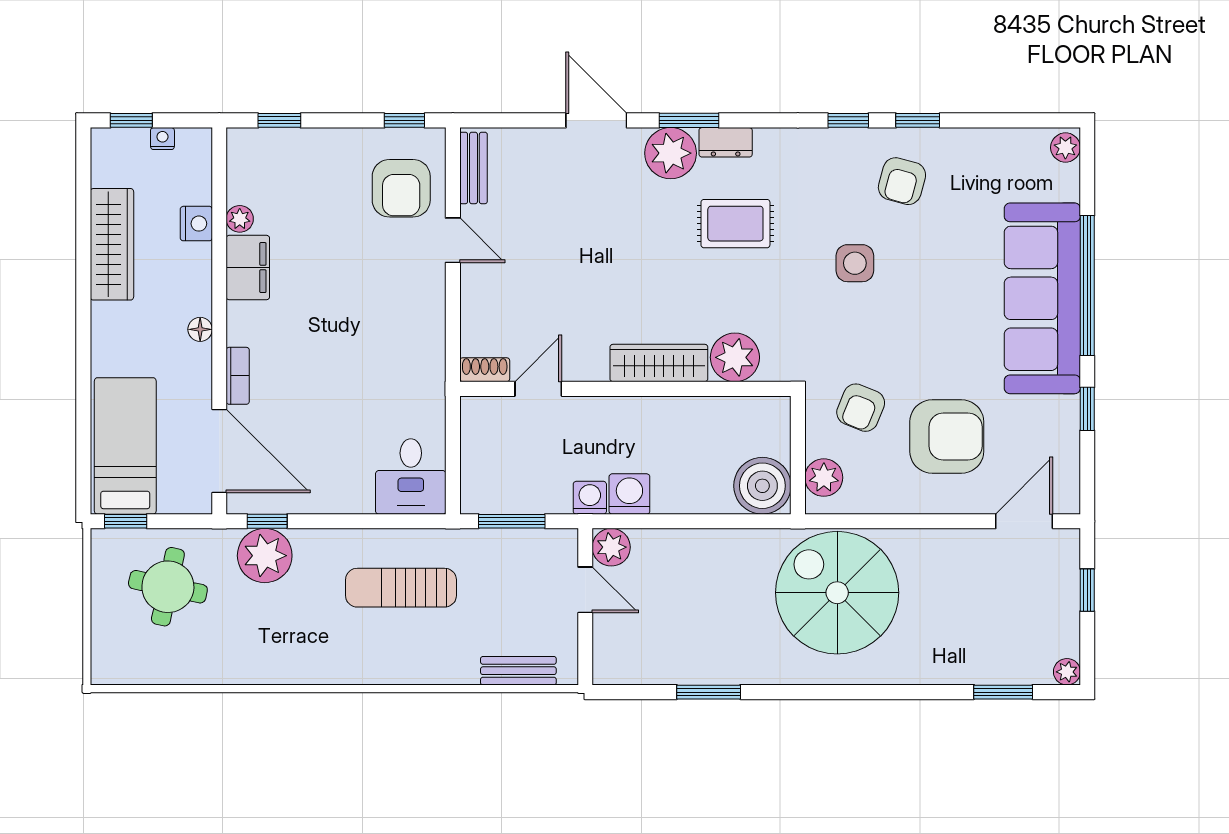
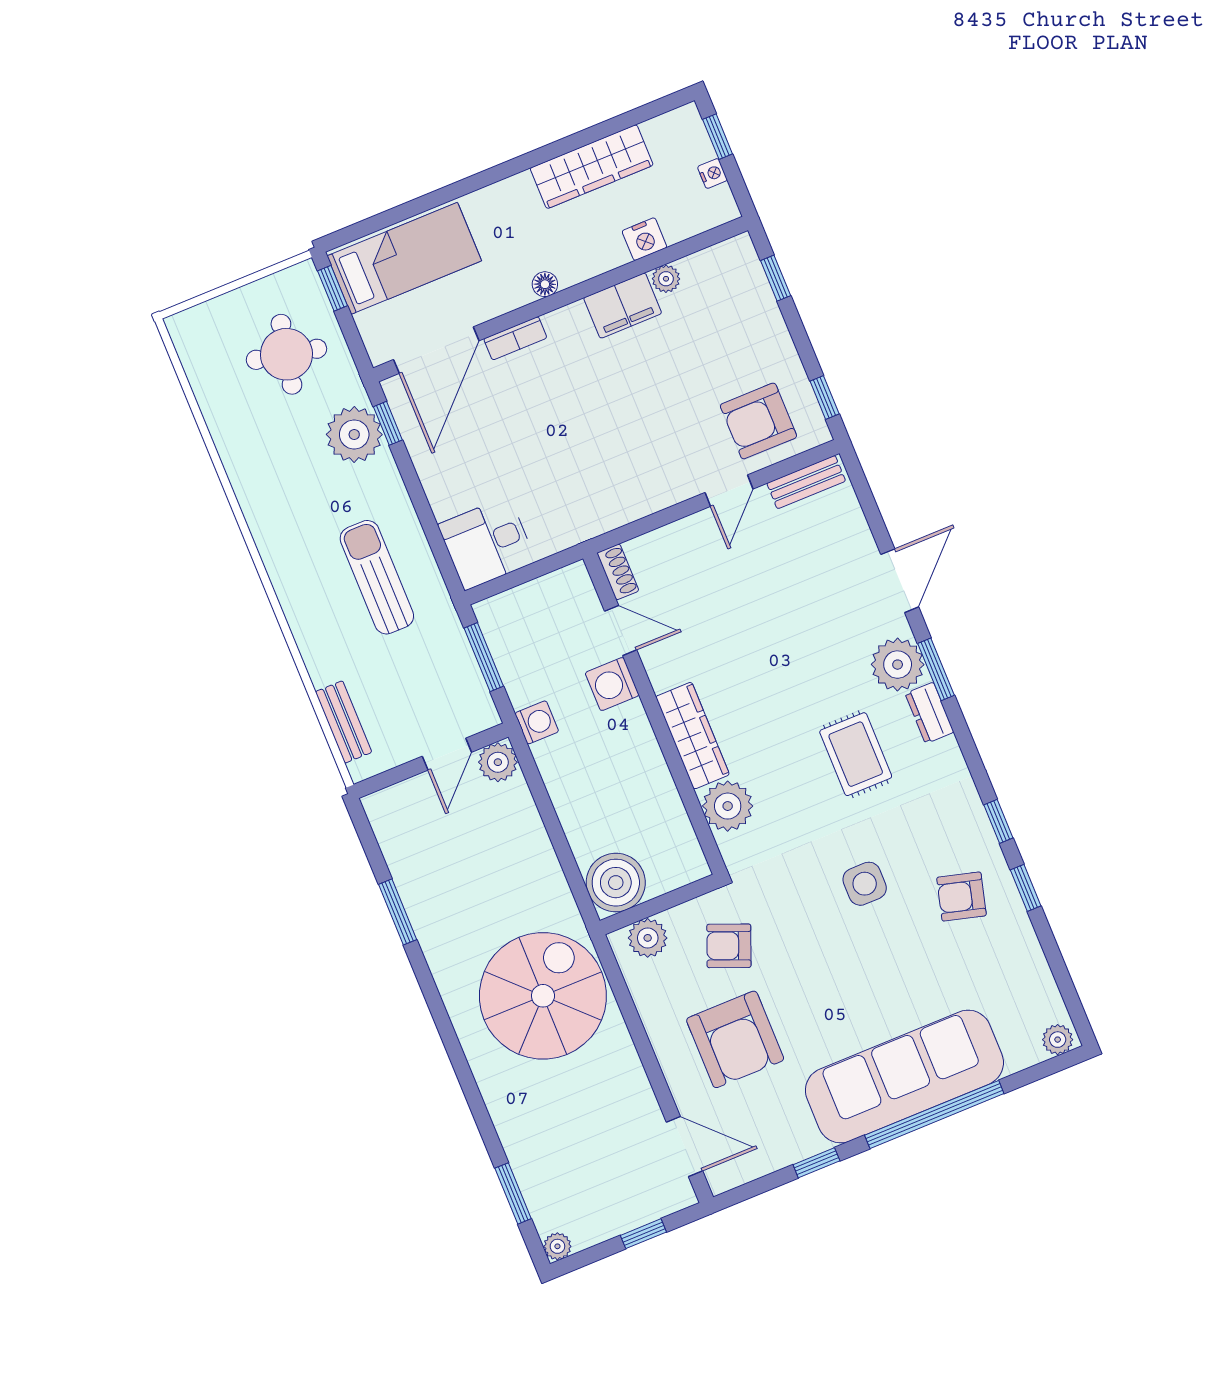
washing machine: (629, 494) -> (612, 684), moved, turned 180

